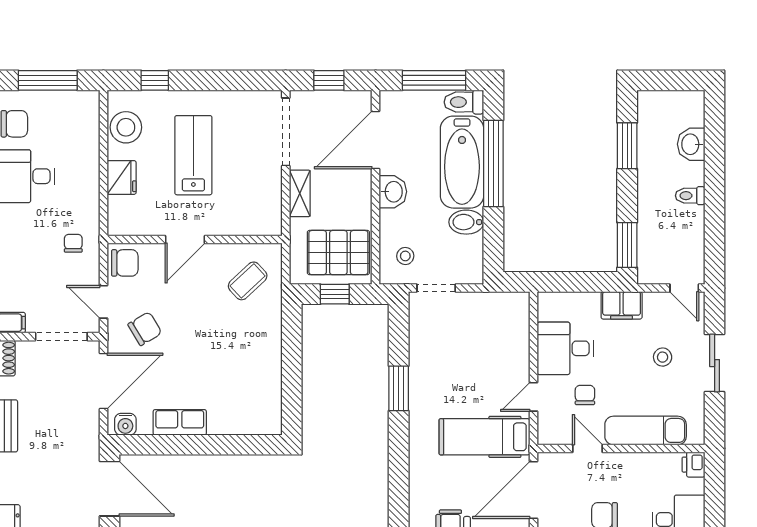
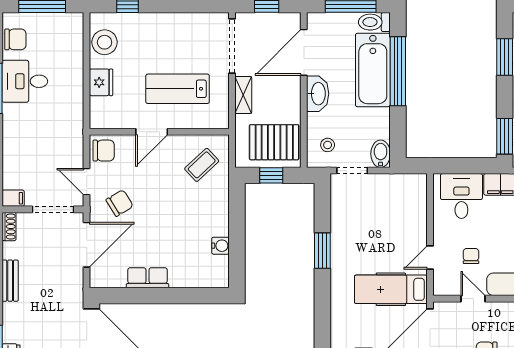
lab bench: (193, 155) -> (178, 89), moved, turned -90
washbasin: (393, 192) -> (318, 94), width x1.38
bidet: (466, 222) -> (381, 154), moved, turned 90
chair: (73, 243) -> (62, 135), removed
desk: (565, 348) -> (461, 196), moved, turned 90
water cooler: (125, 424) -> (220, 246), moved, turned -90

